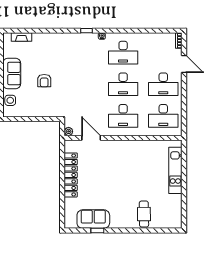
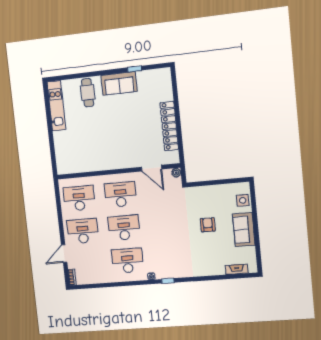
door: (184, 64) -> (64, 254), hinge flipped
kitchen unit: (175, 170) -> (56, 106), moved
sofa: (93, 219) -> (119, 83), moved

